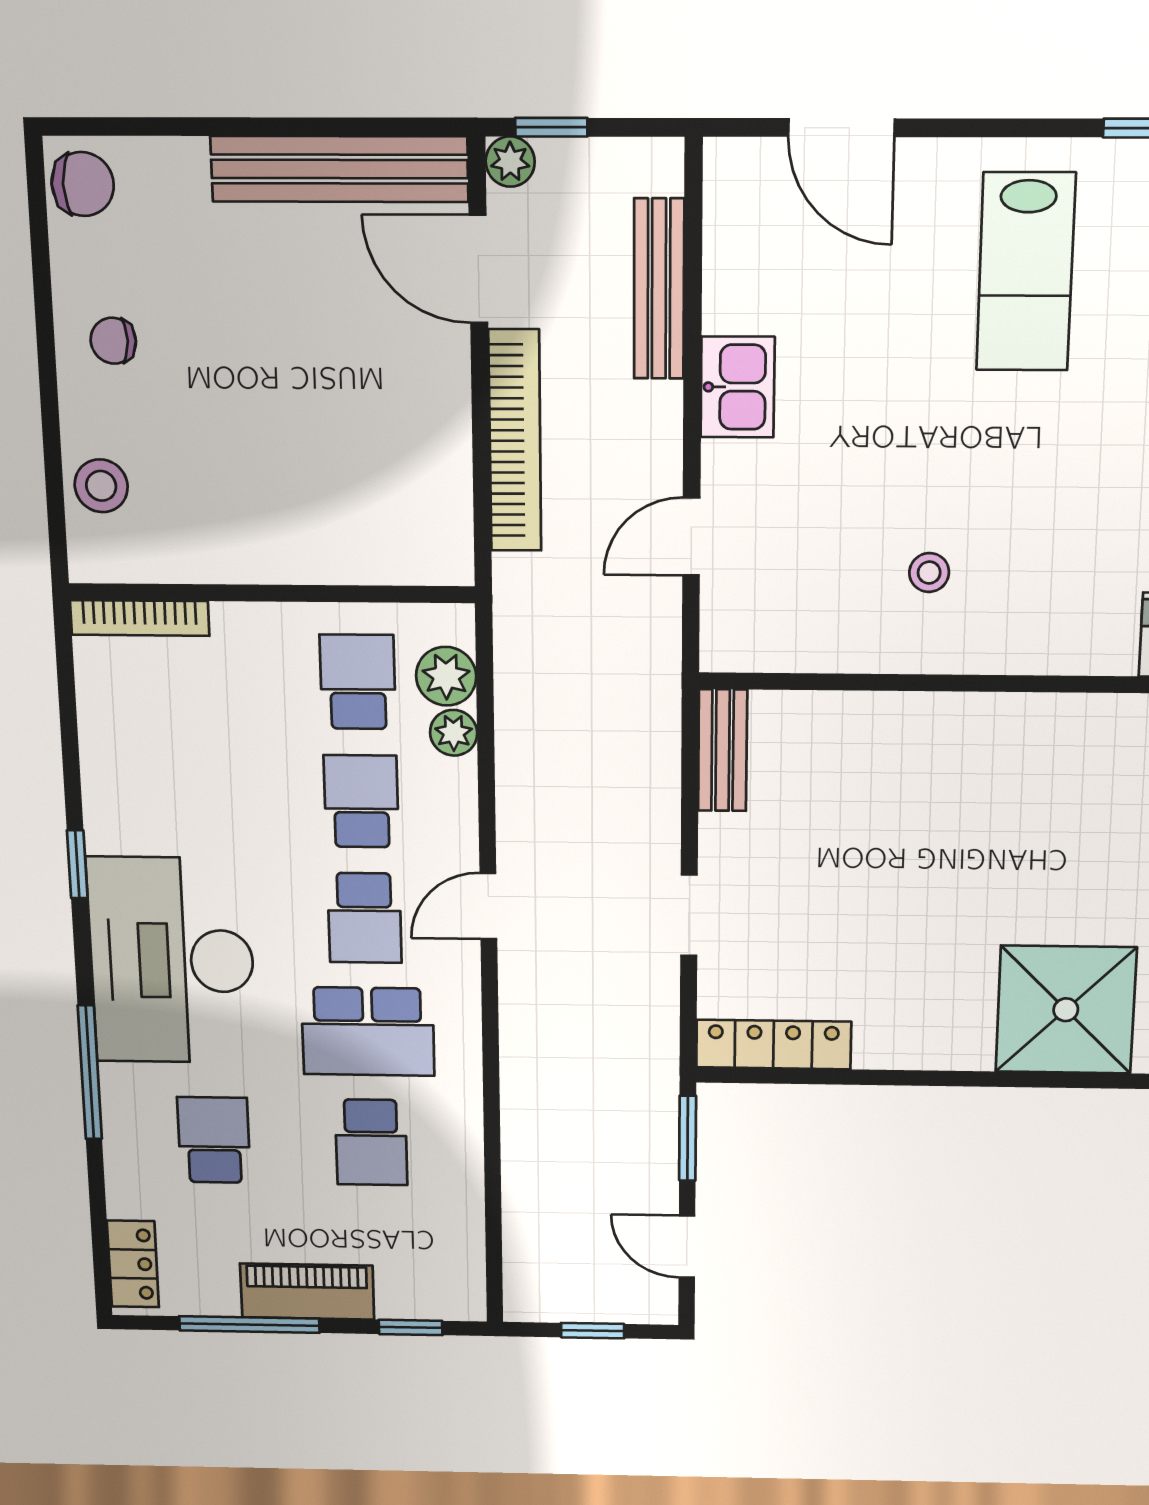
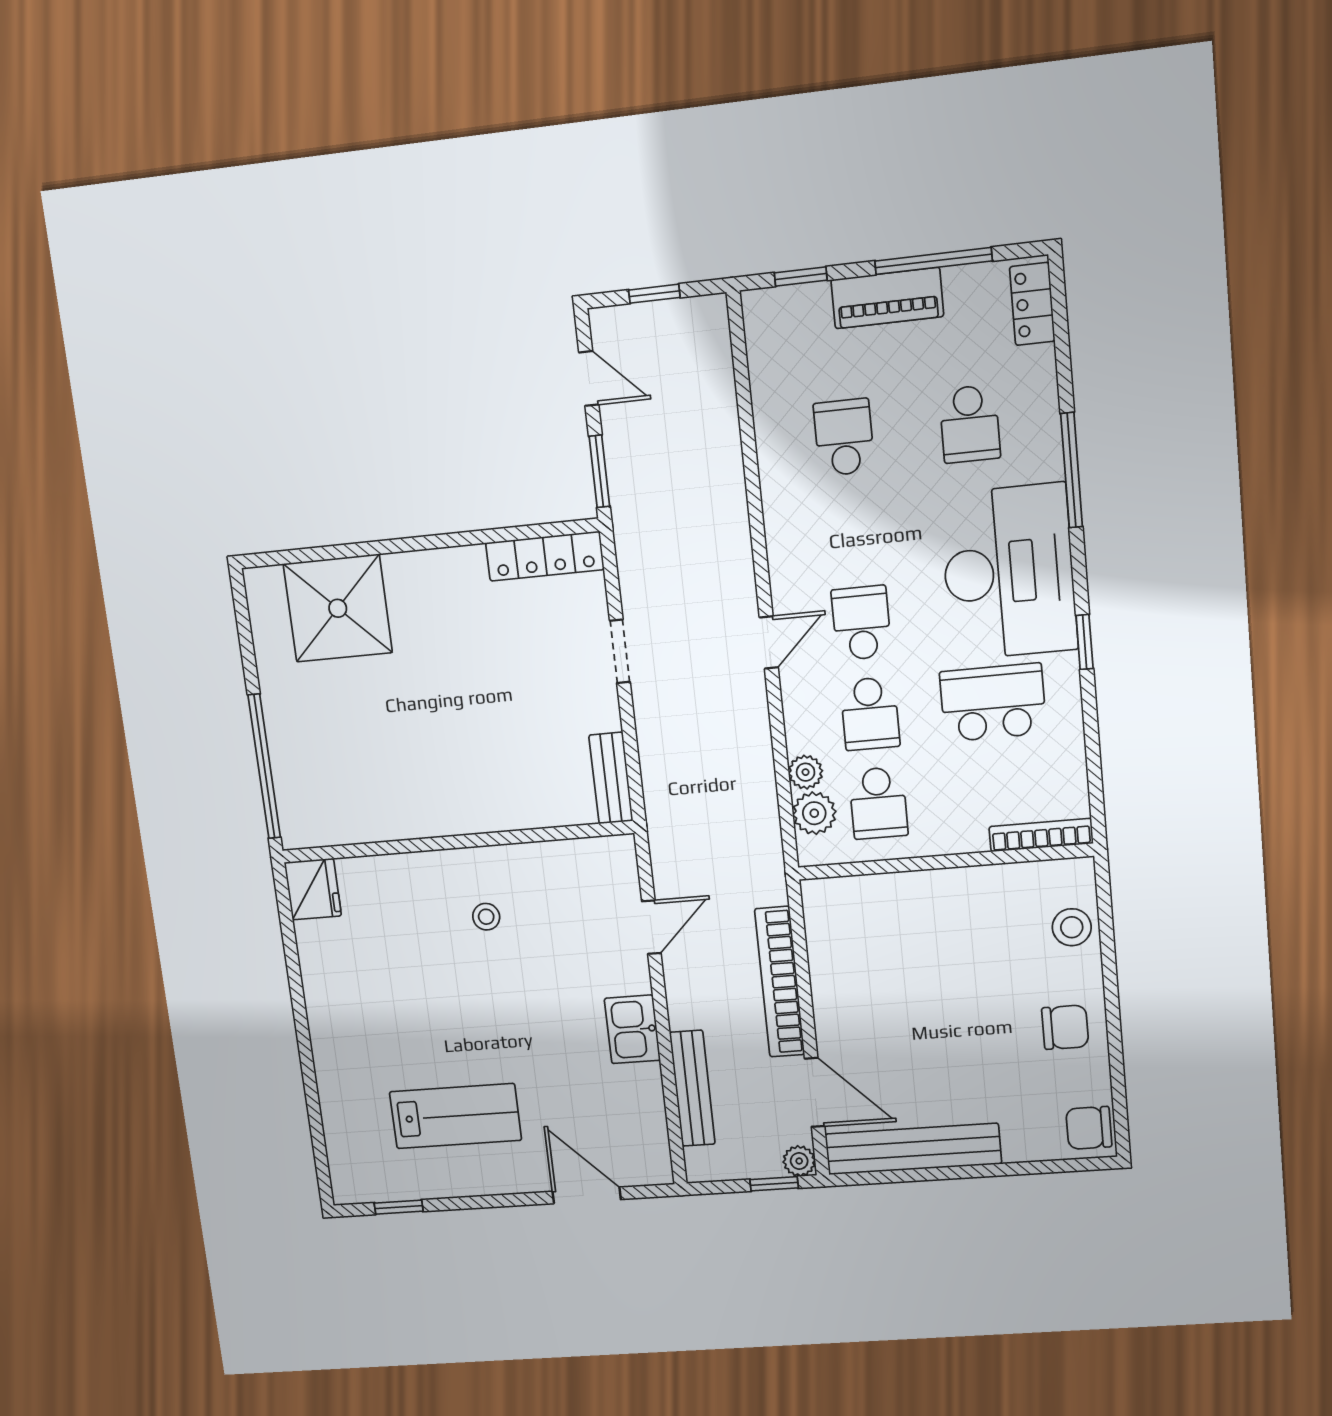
lab bench: (1026, 272) -> (455, 1116), turned 90
chair: (113, 341) -> (1065, 1027), width x1.37, depth x1.37
school desk: (368, 1032) -> (993, 703), moved

